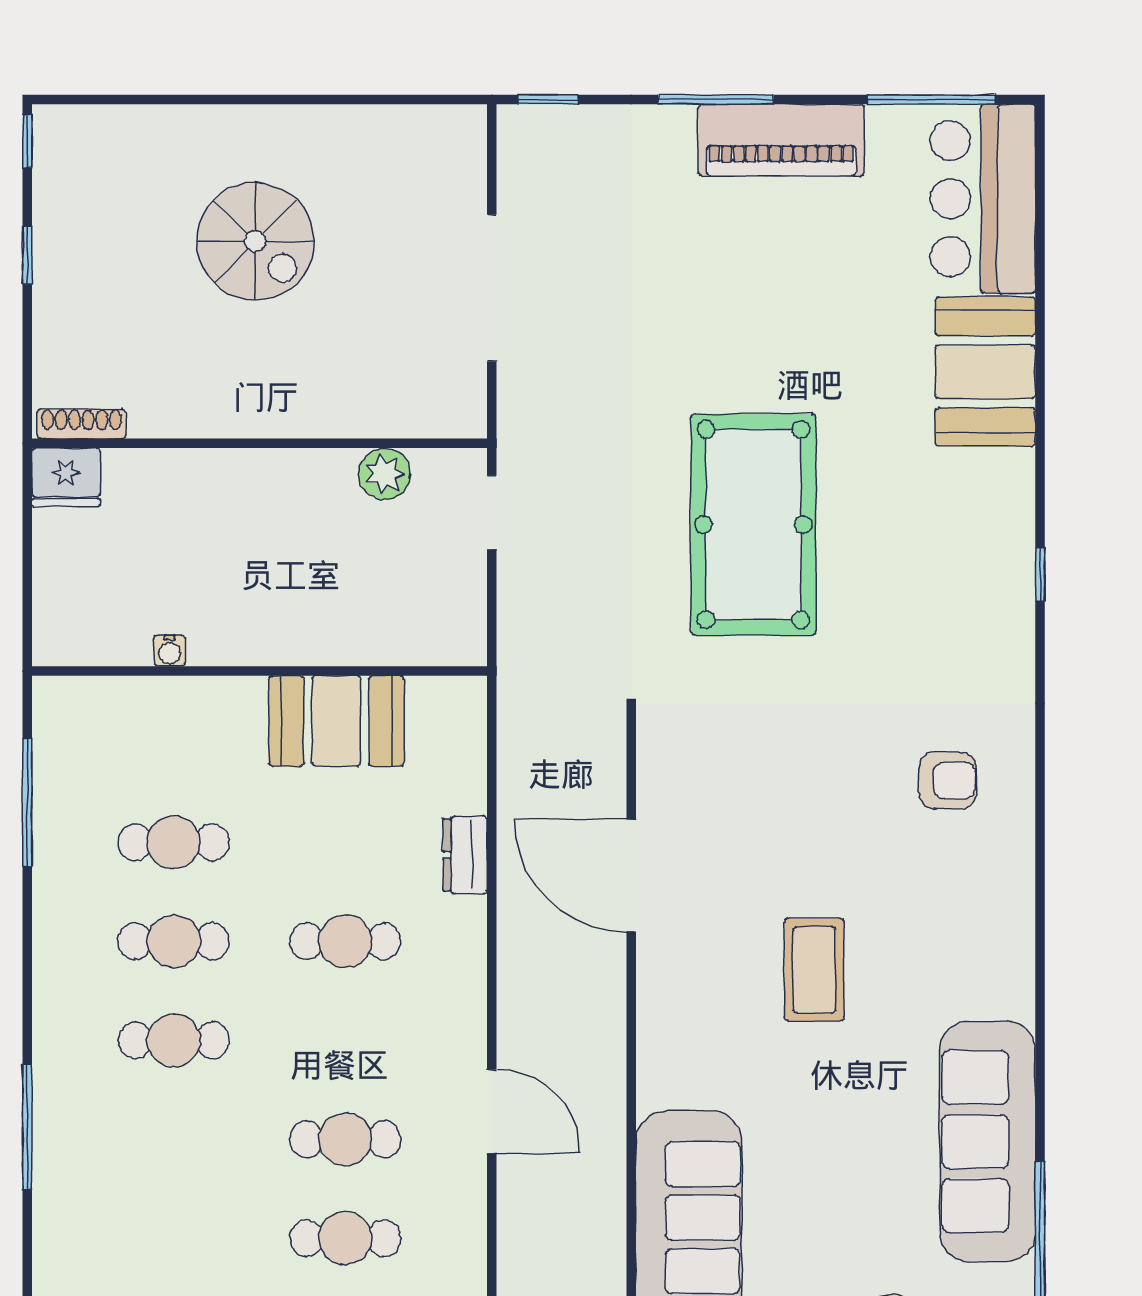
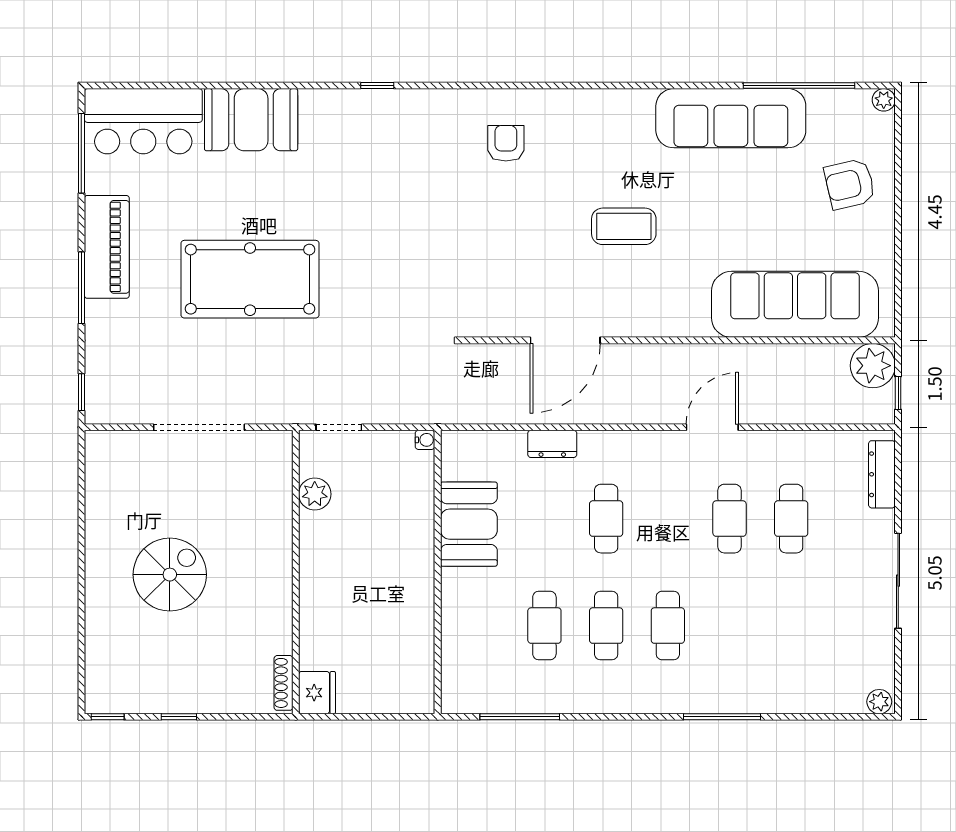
pool table: (753, 525) -> (250, 279), moved
water cooler: (170, 651) -> (425, 440), moved

